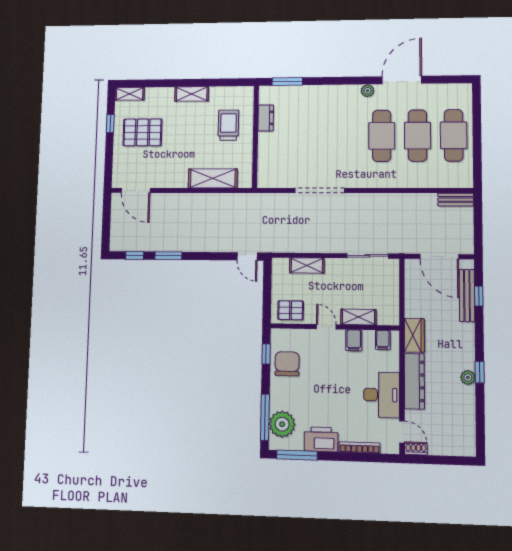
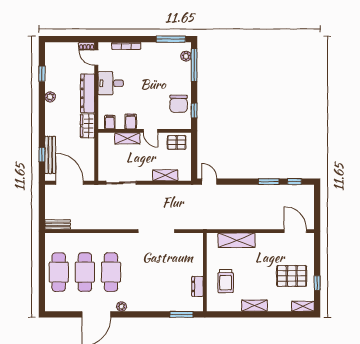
window: (480, 372) -> (42, 74), moved
desk: (382, 395) -> (111, 83), width x0.73
plant: (282, 424) -> (186, 56), width x0.53, depth x0.53
printer: (321, 439) -> (153, 51), removed

